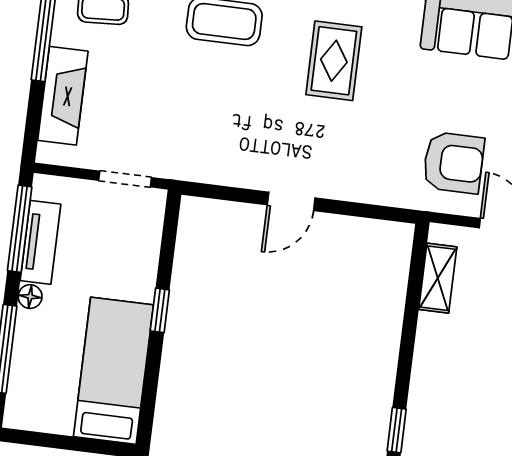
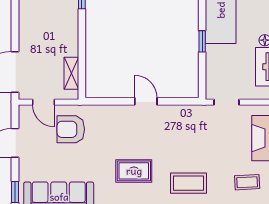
rug: (334, 61) -> (134, 171), turned 90
door: (291, 201) -> (146, 101), hinge flipped

